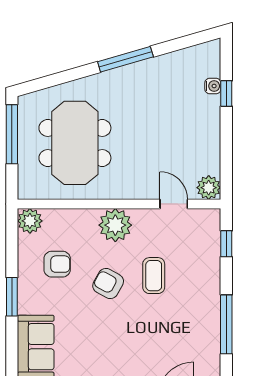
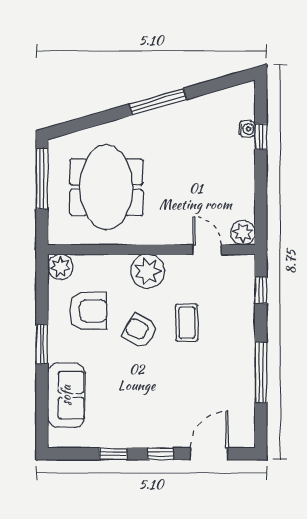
armchair: (57, 264) -> (88, 311), width x1.38, depth x1.38

